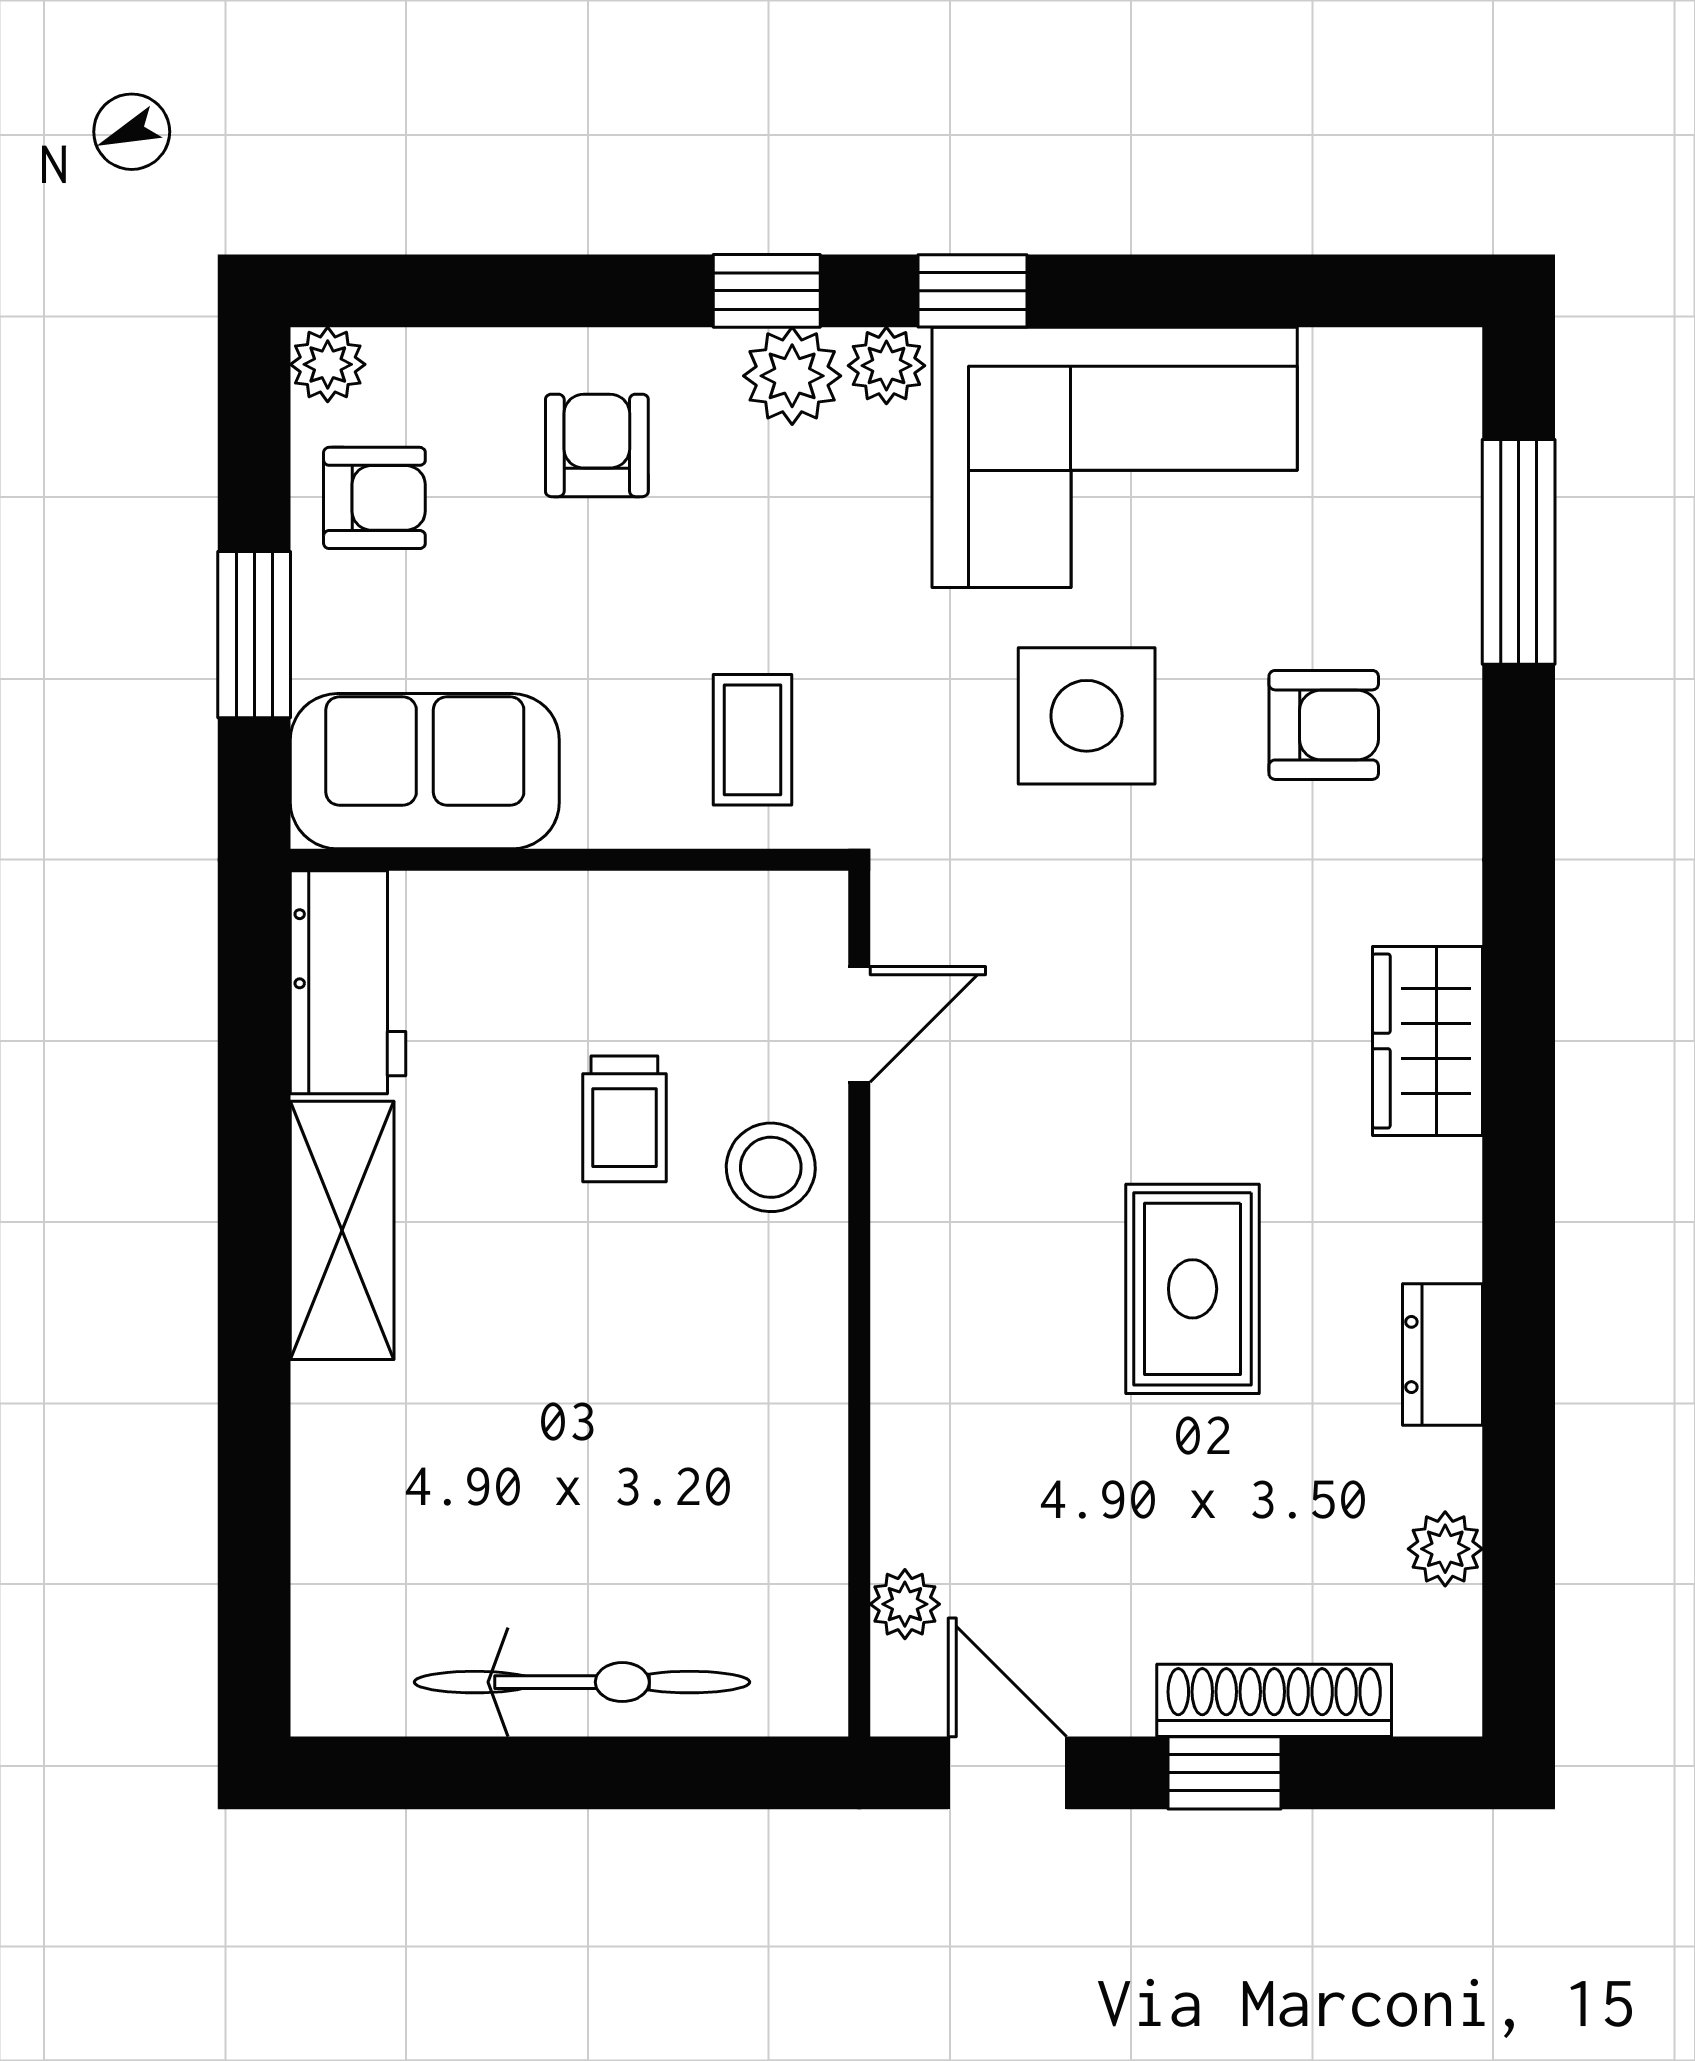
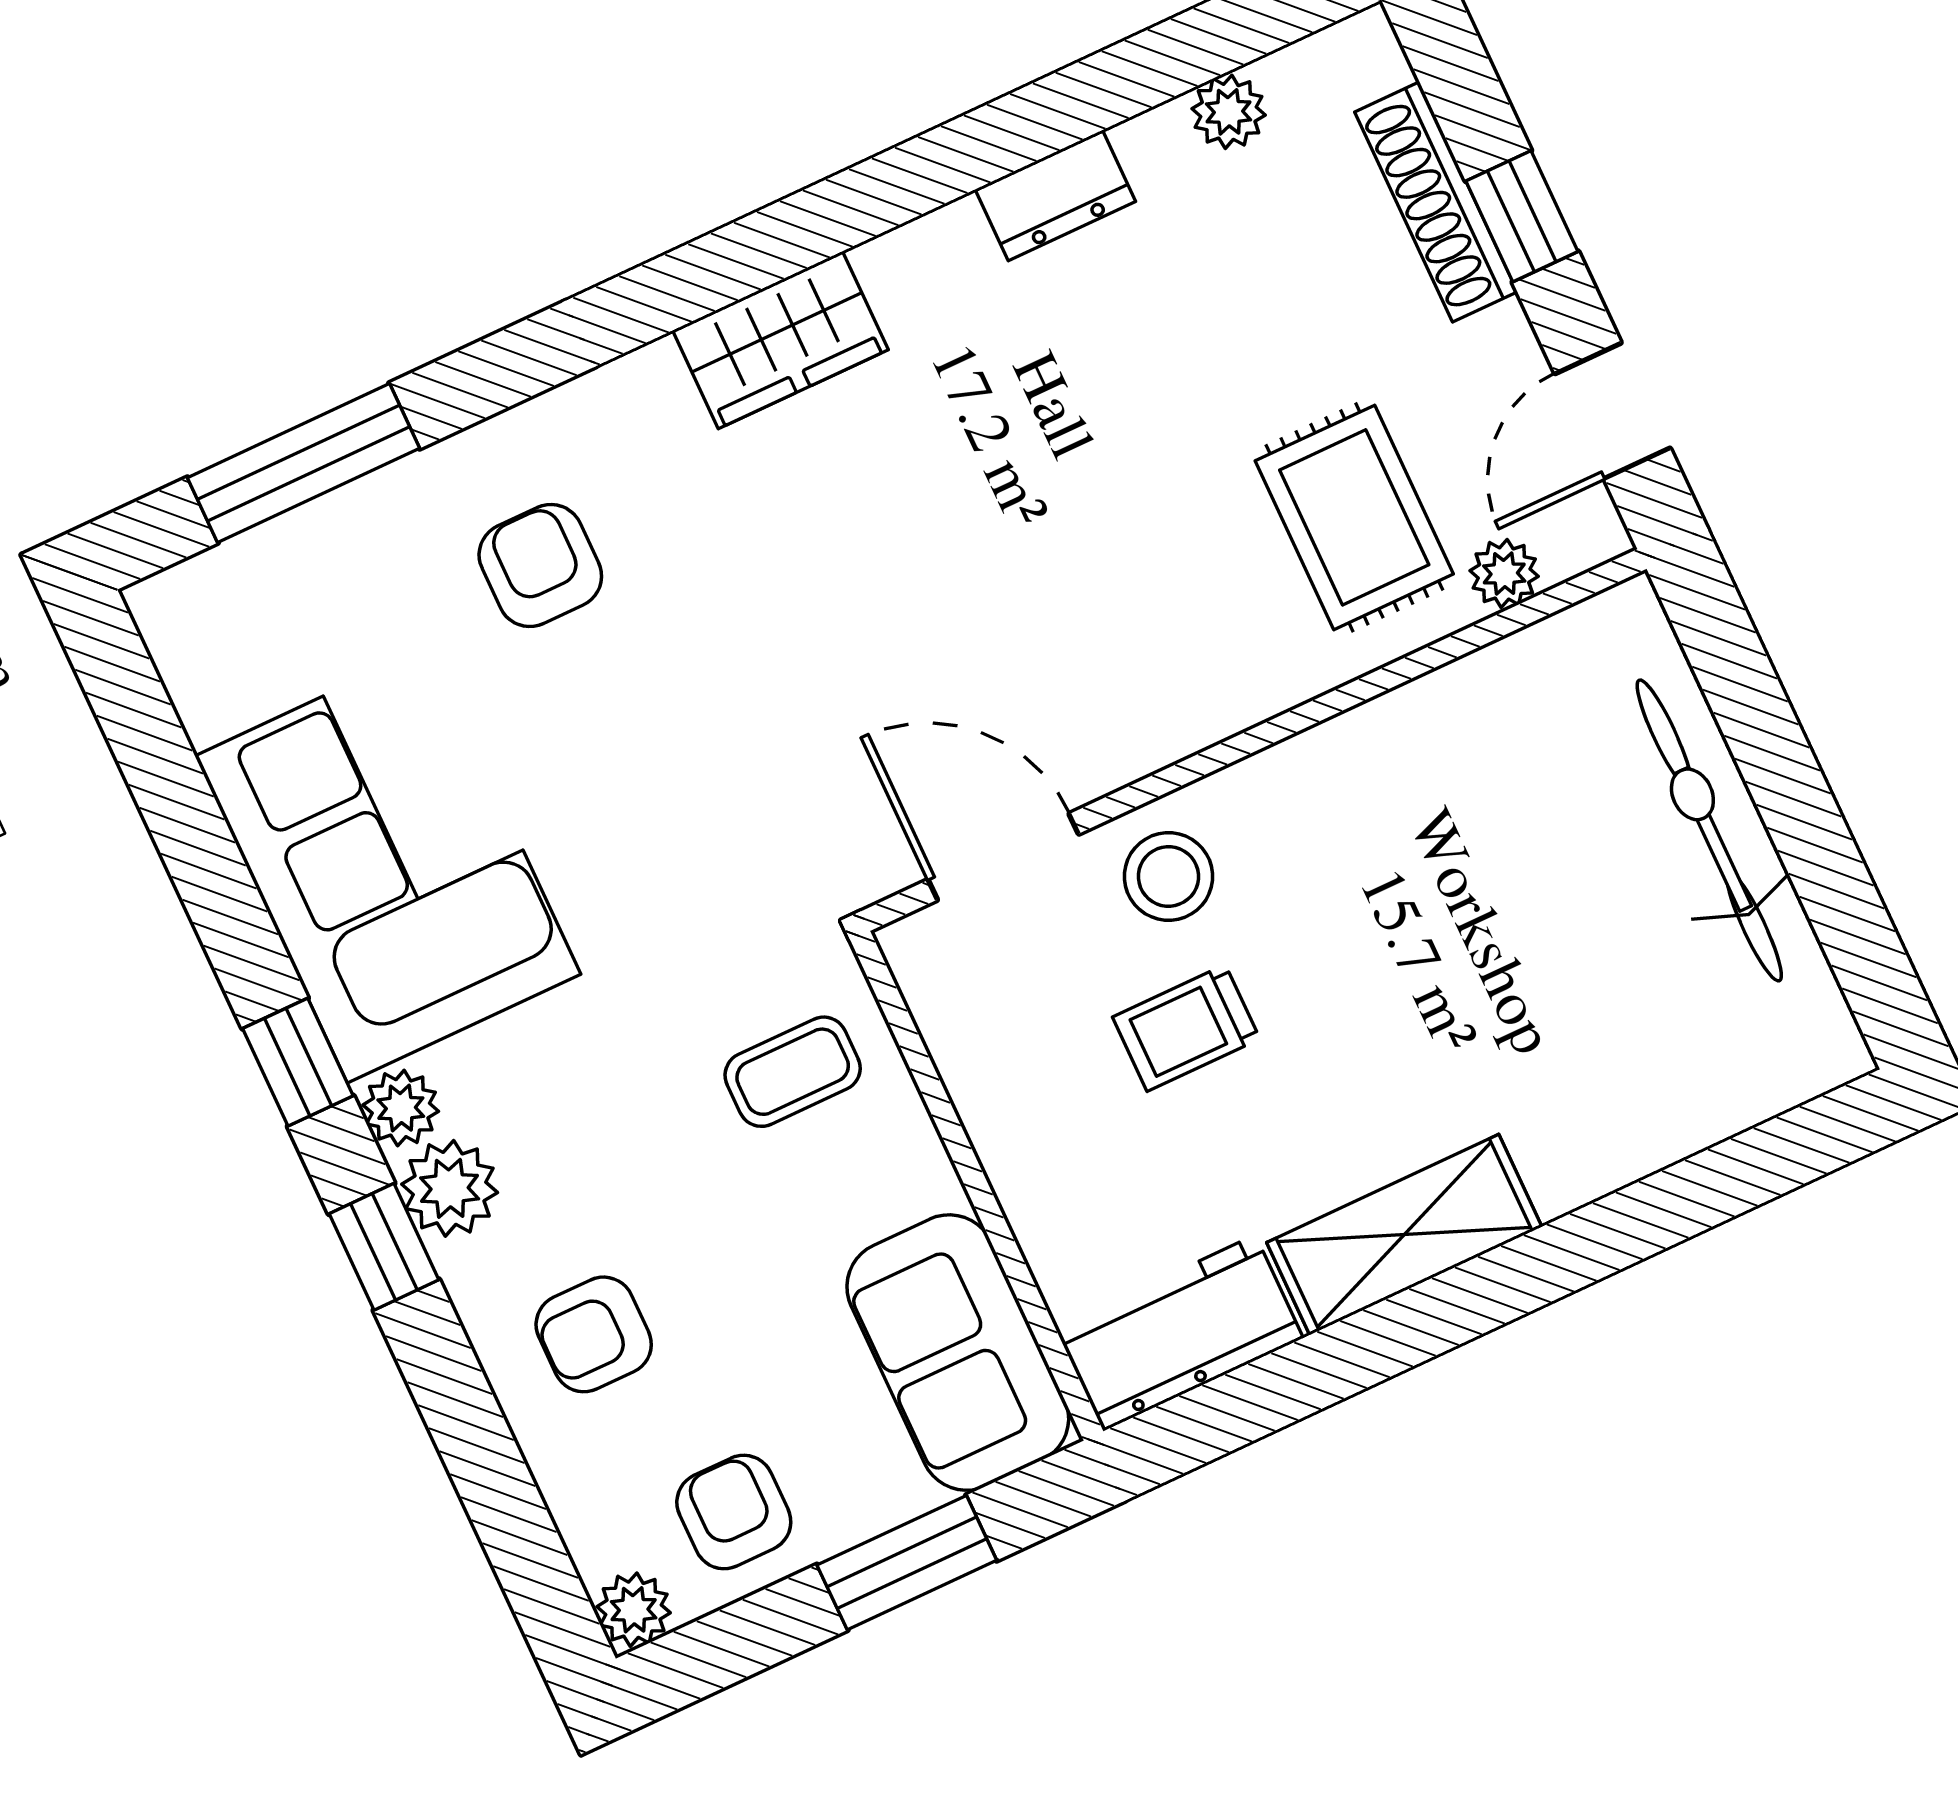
side table: (1087, 716) -> (631, 782), removed
door: (859, 1024) -> (1003, 857), width x1.38
trolley: (624, 1119) -> (1186, 1028), turned 180
rug: (1193, 1289) -> (1354, 517), moved, turned 90

